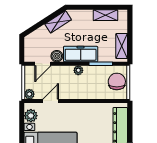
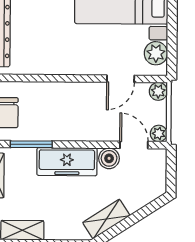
door: (43, 64) -> (134, 145), hinge flipped
plant: (78, 70) -> (159, 133), moved

